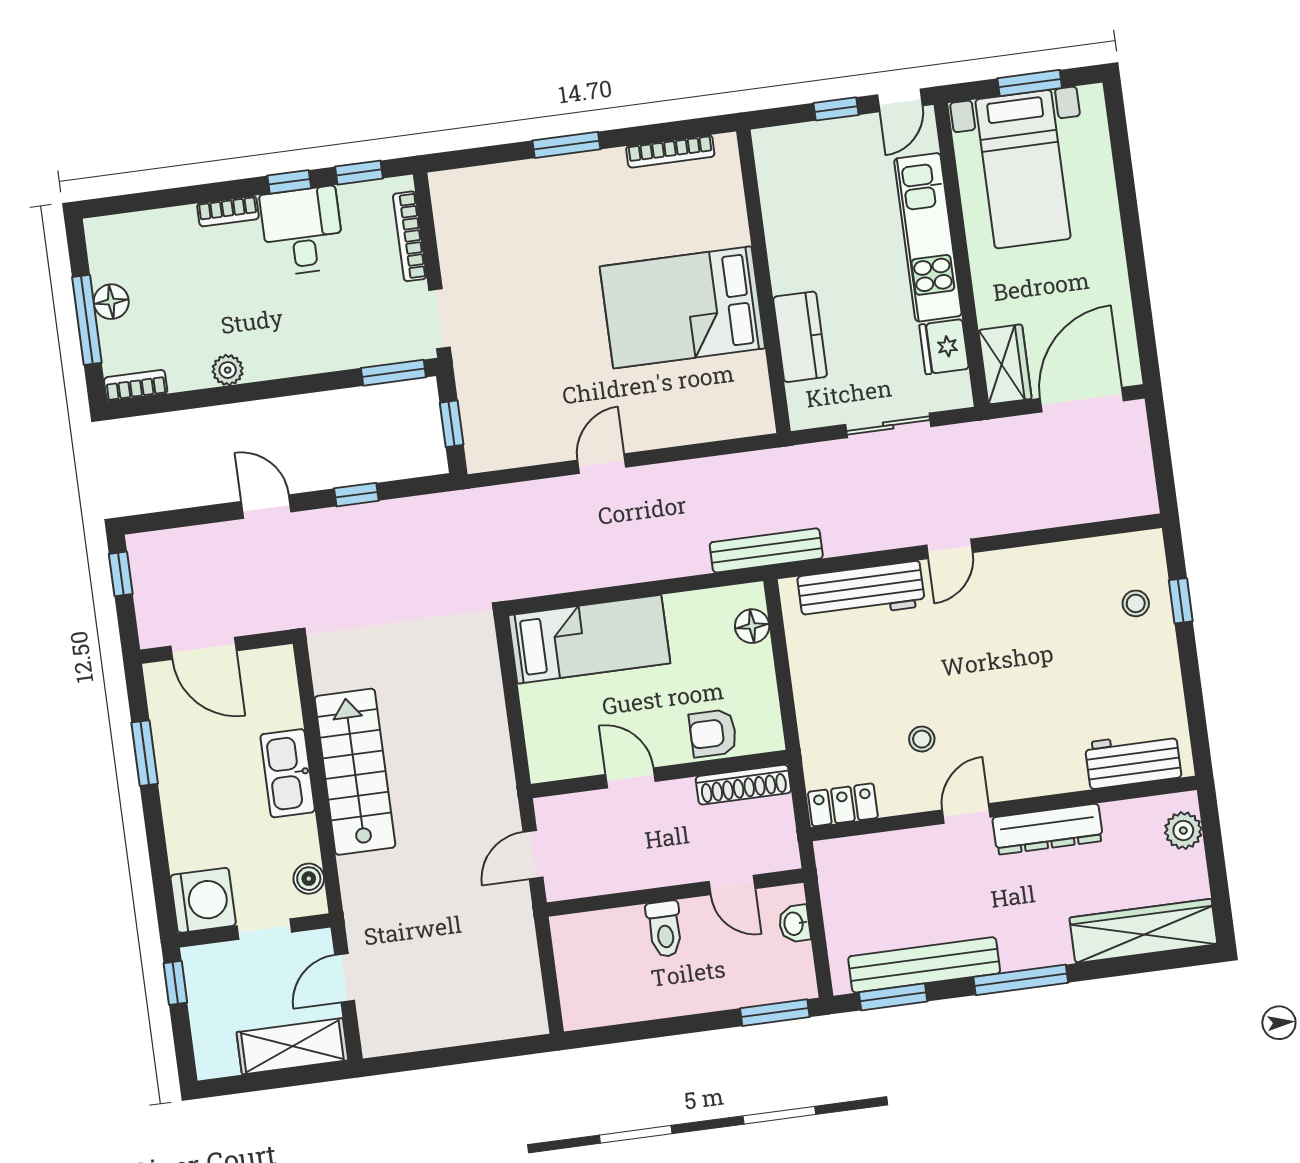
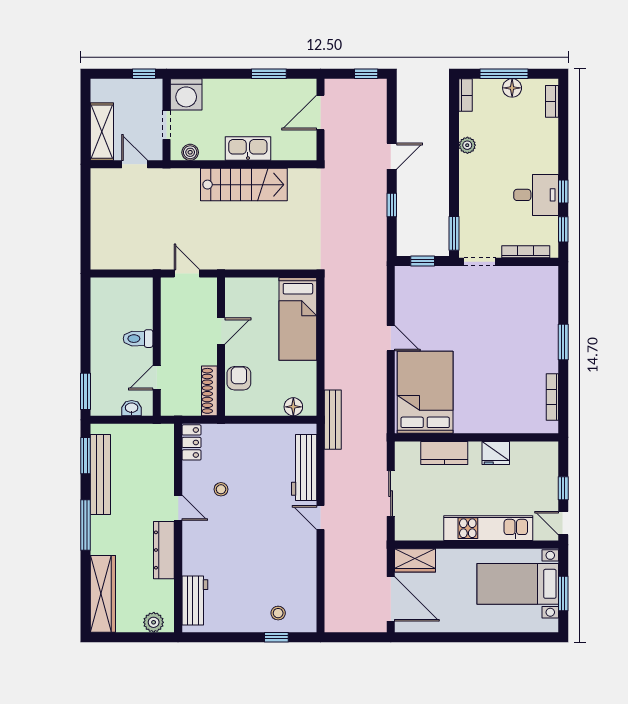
bookcase: (228, 211) -> (552, 101), moved
bed: (682, 307) -> (425, 392), moved
fridge: (944, 347) -> (496, 453), moved, turned 180

